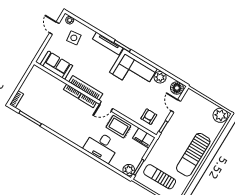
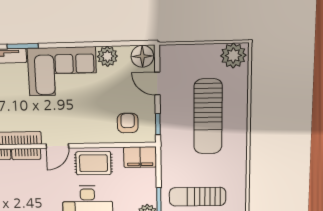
sun lounger: (193, 155) -> (208, 116), moved

